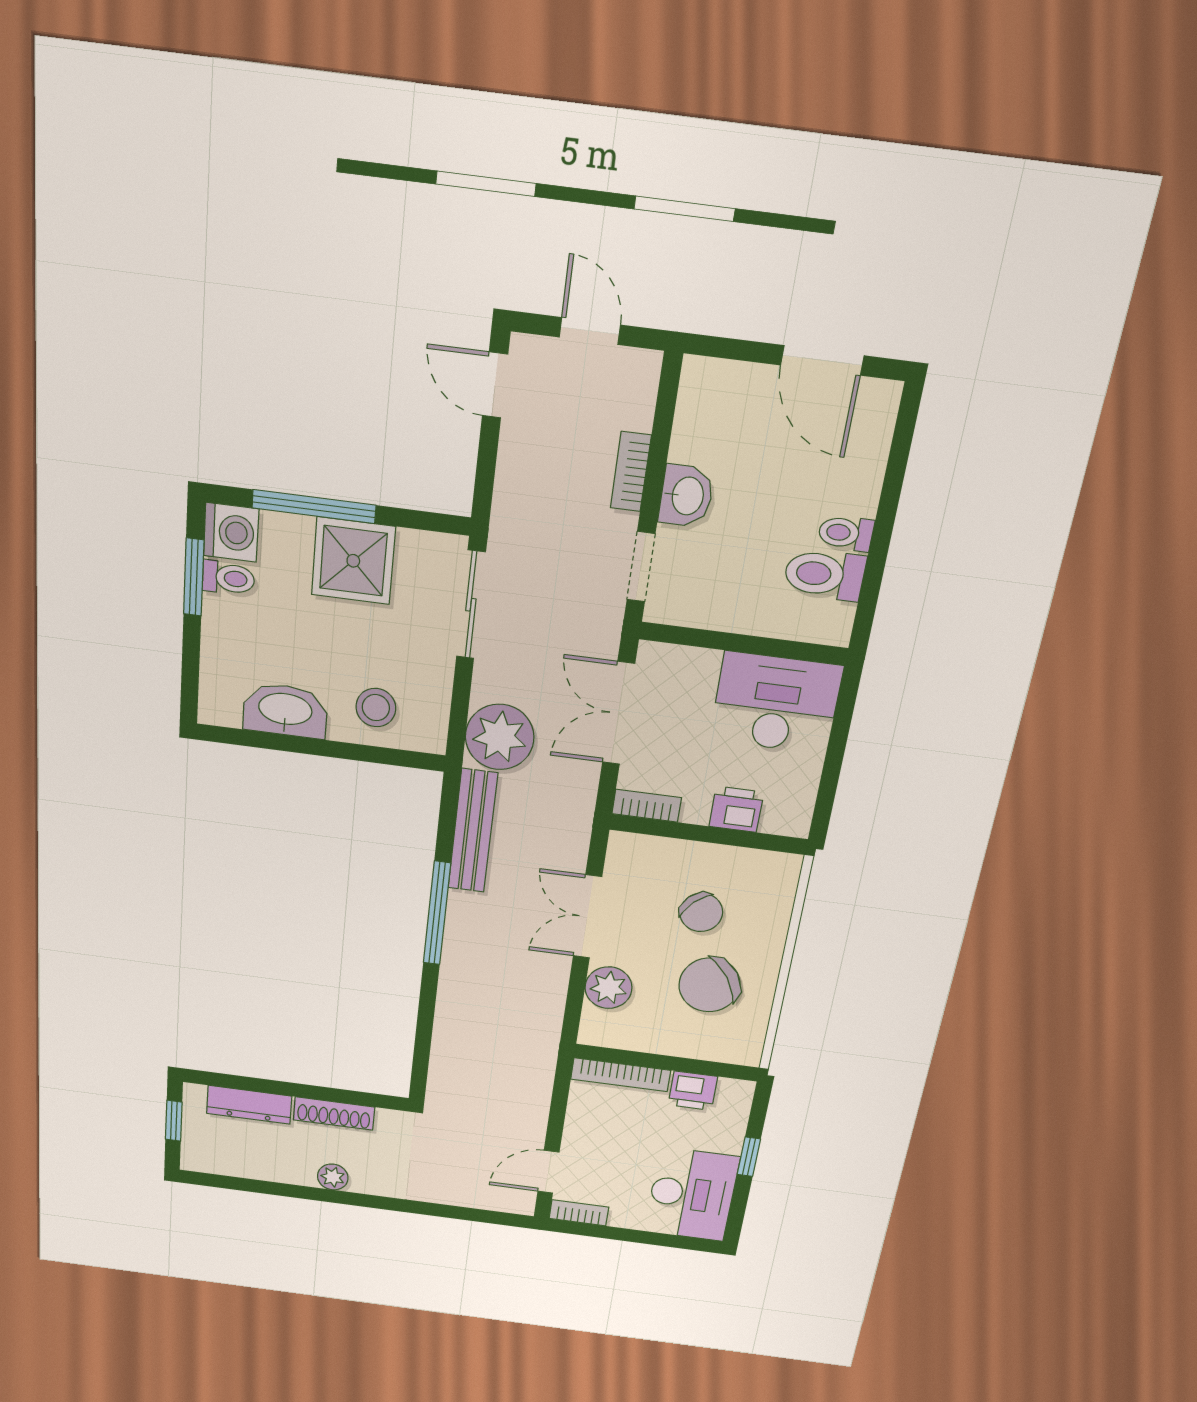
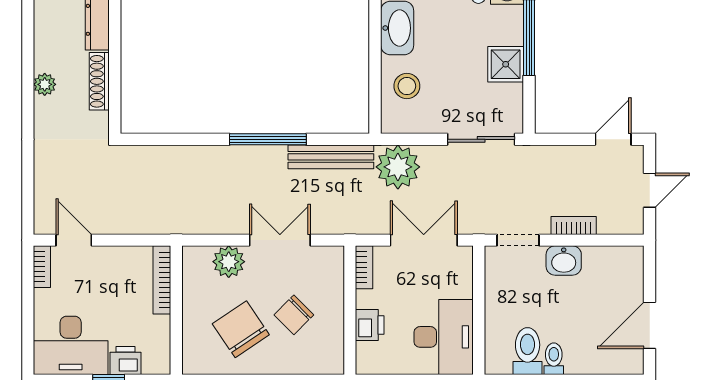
shower: (353, 561) -> (506, 64), width x0.73, depth x0.73
printer: (693, 1091) -> (125, 361), moved, turned 90

